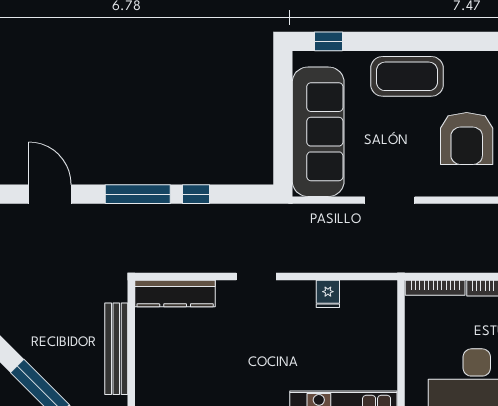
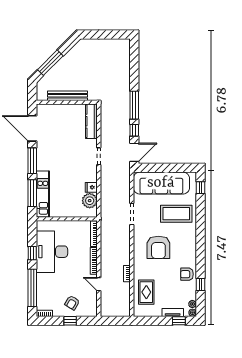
coffee table: (407, 76) -> (176, 214), moved, turned 90
armchair: (467, 138) -> (158, 247), turned -90
door: (50, 194) -> (134, 152), moved
plant: (359, 298) -> (90, 201), added

